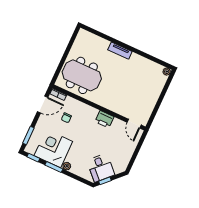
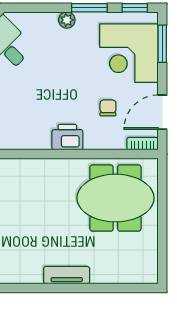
printer: (104, 119) -> (67, 137), moved
corner desk: (53, 148) -> (129, 53), moved, turned 90

